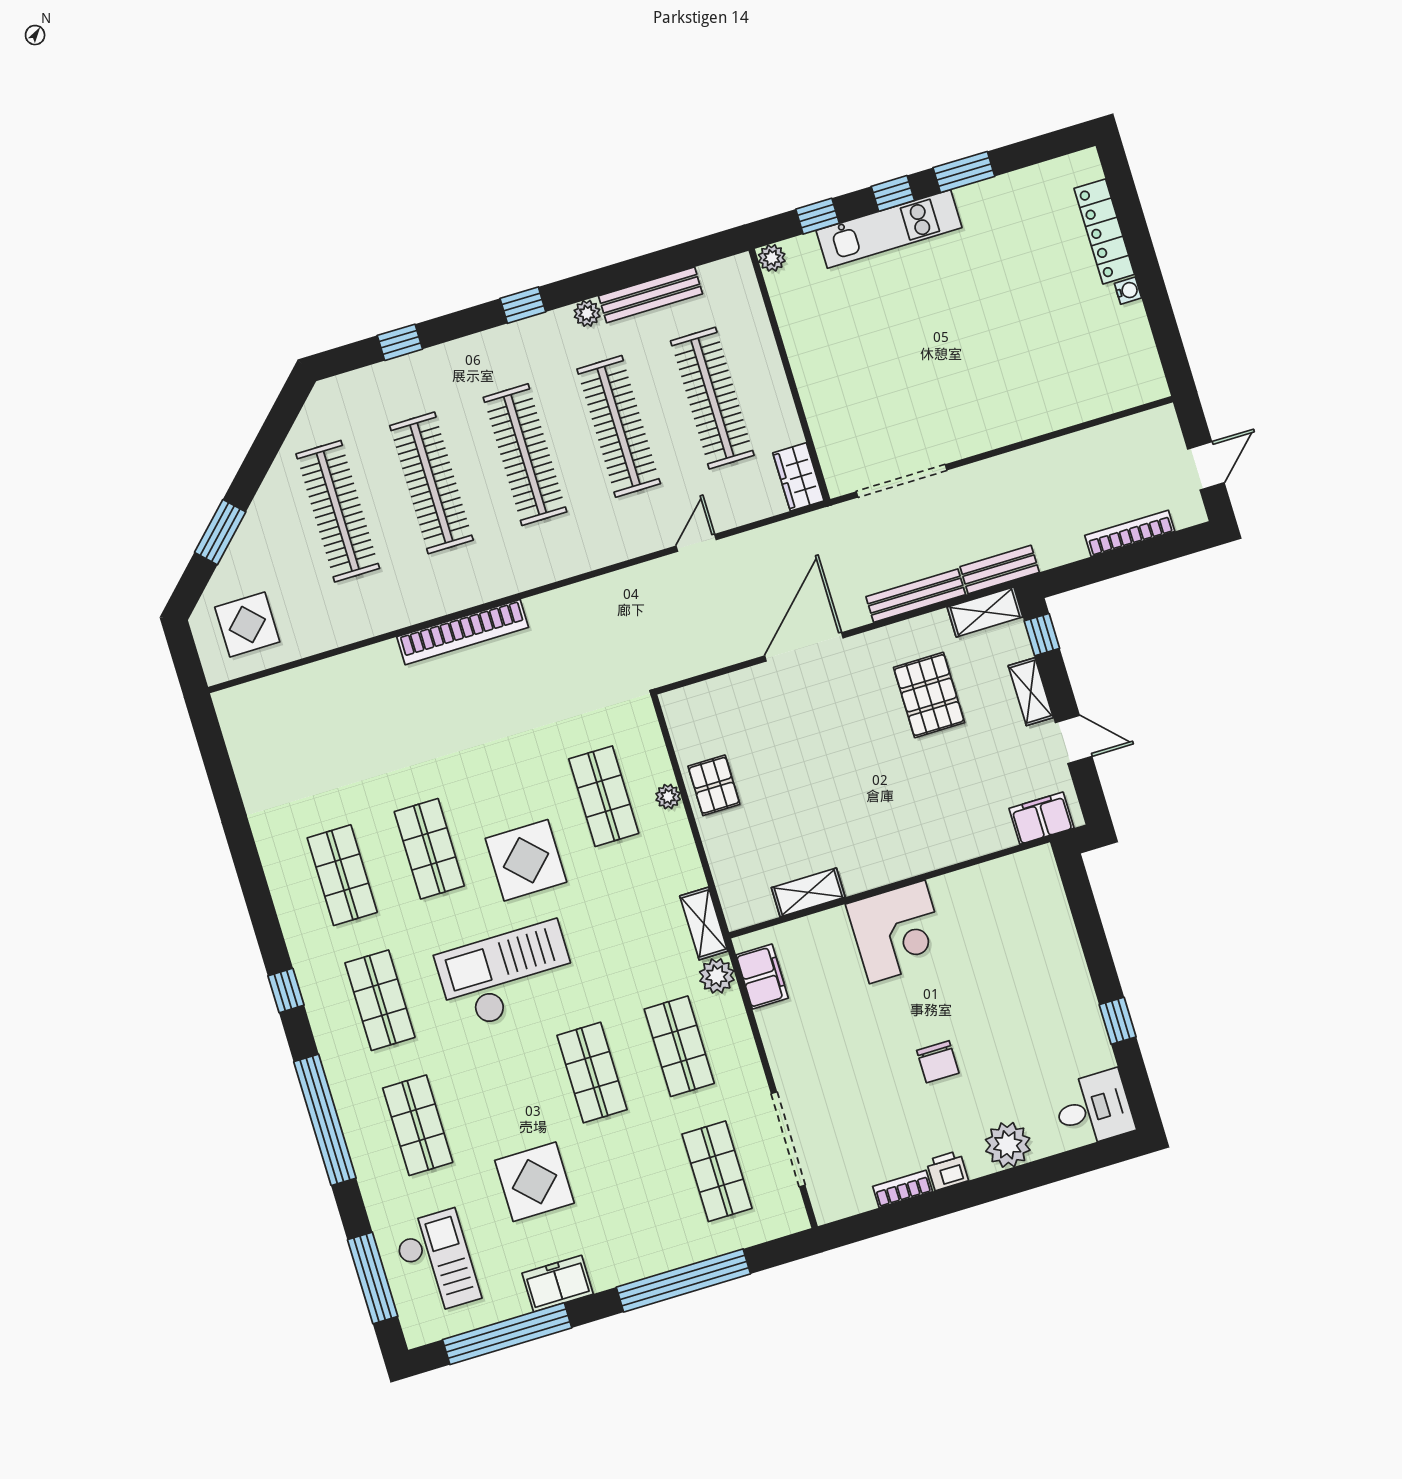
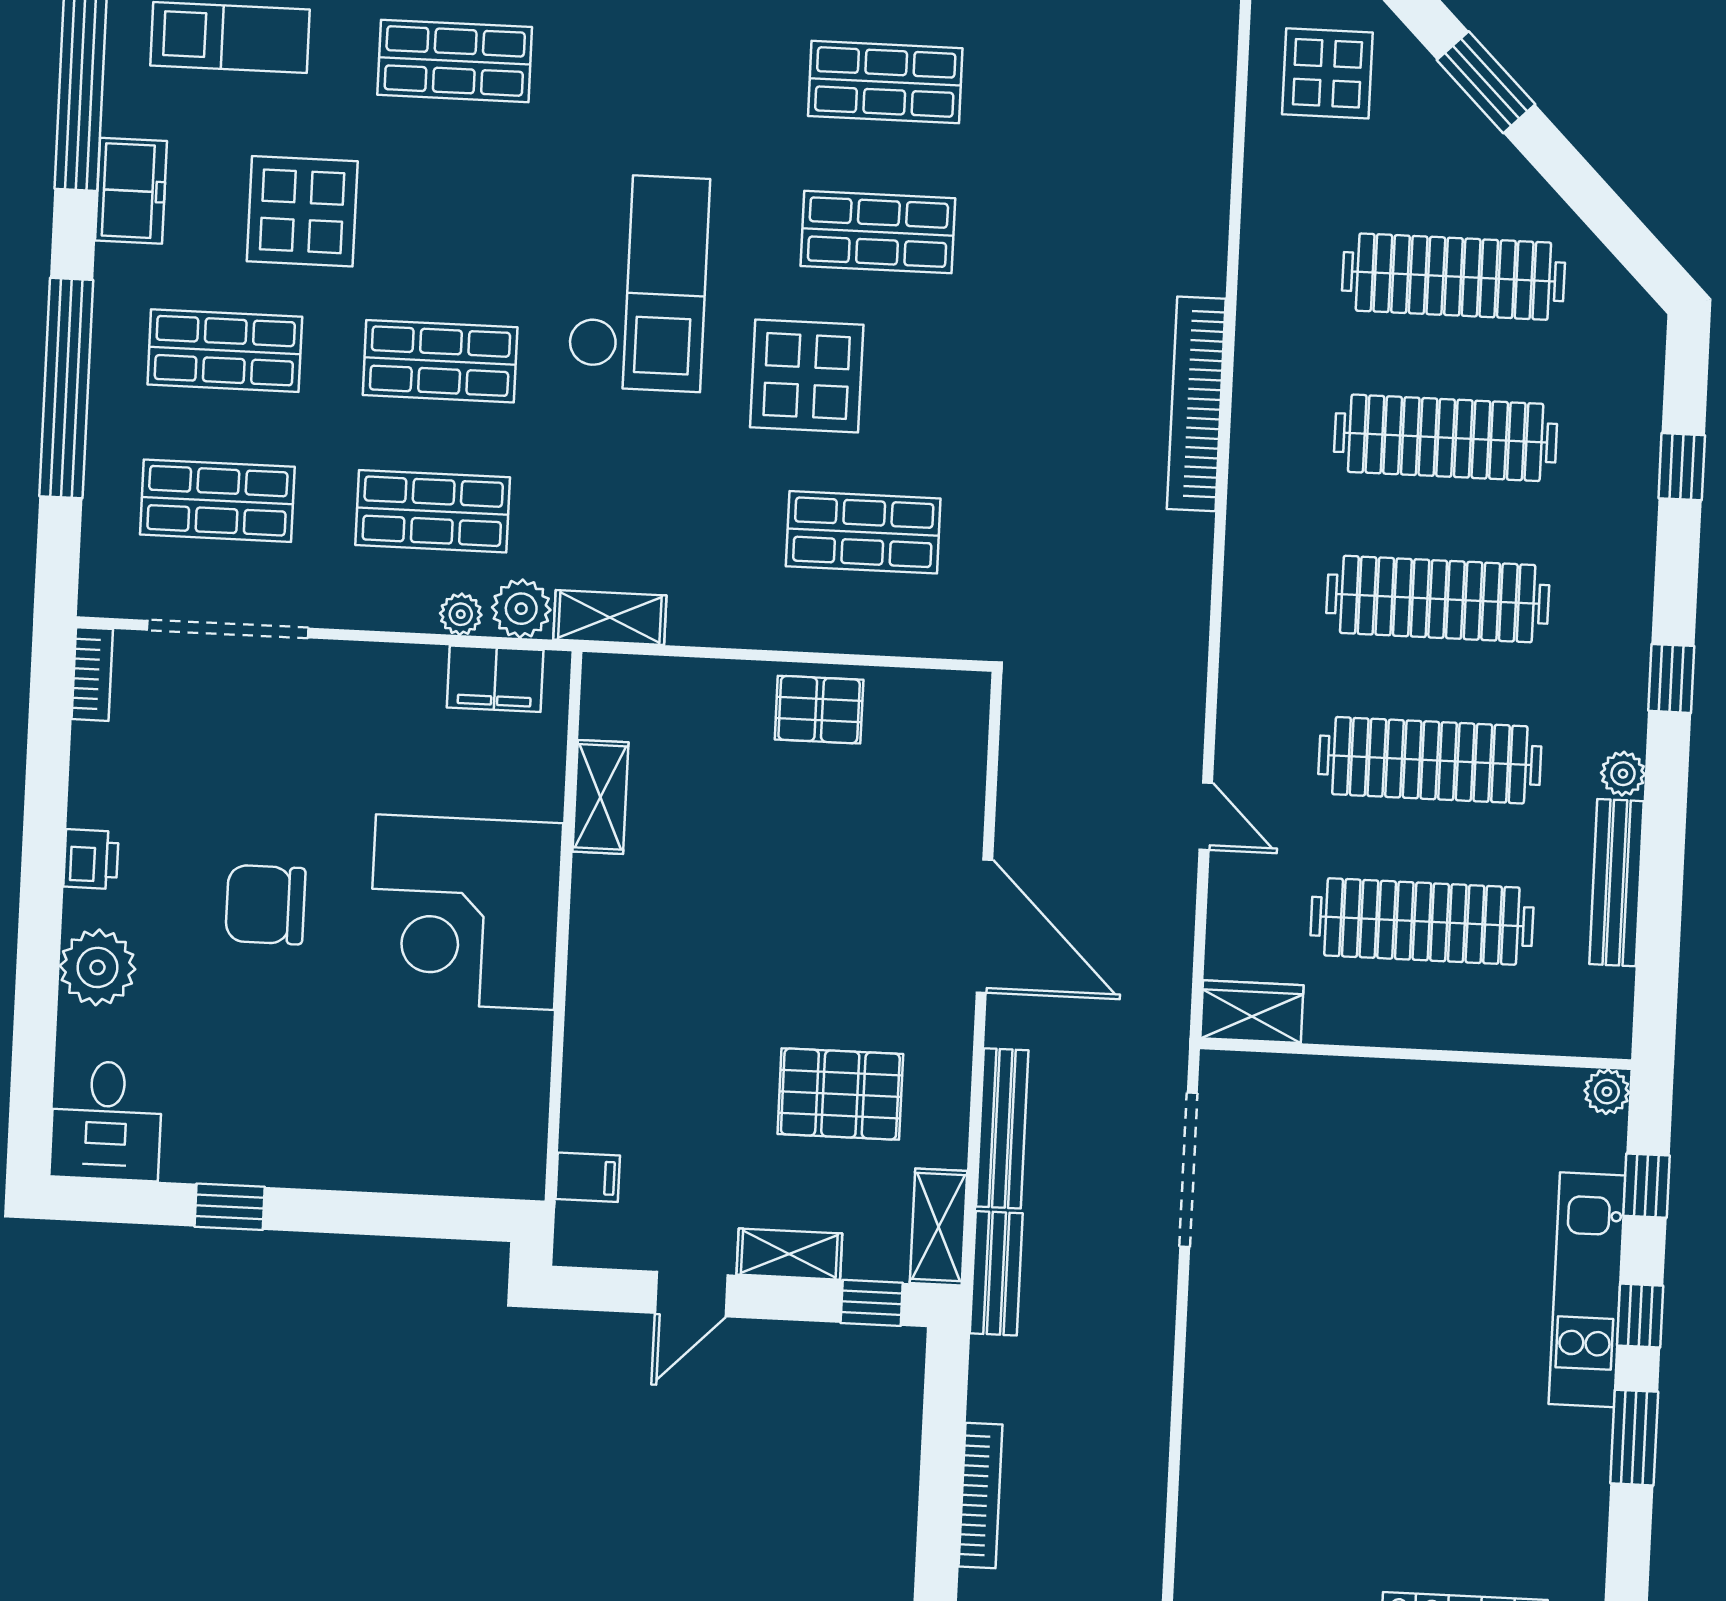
plant: (668, 797) -> (461, 614), moved
filing cabinet: (1041, 818) -> (588, 1177), width x0.50
corner desk: (897, 932) -> (465, 912), width x1.36, depth x1.36
shop shelf: (380, 1000) -> (225, 351), moved
chair: (938, 1062) -> (265, 905), width x1.37, depth x1.37
bookcase: (903, 1189) -> (92, 674), moved

